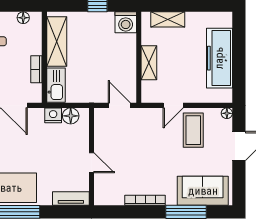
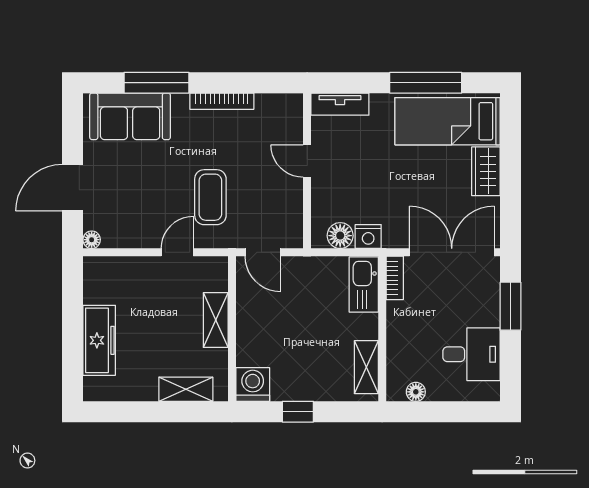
shelving: (57, 42) -> (366, 367), width x0.67, depth x0.75
freezer: (219, 58) -> (99, 340), width x0.73, depth x0.79
bookcase: (36, 69) -> (395, 278), moved
coffee table: (193, 130) -> (210, 197), moved

